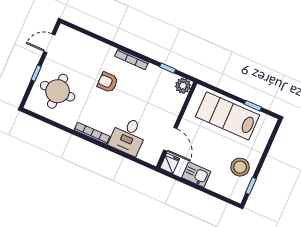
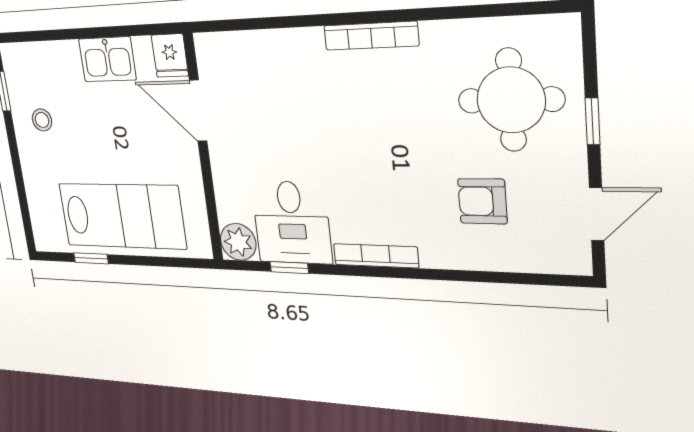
armchair: (108, 82) -> (482, 201), moved, turned 180
desk: (128, 136) -> (292, 222), moved, turned 180
stool: (240, 167) -> (42, 120), width x0.53, depth x0.53

